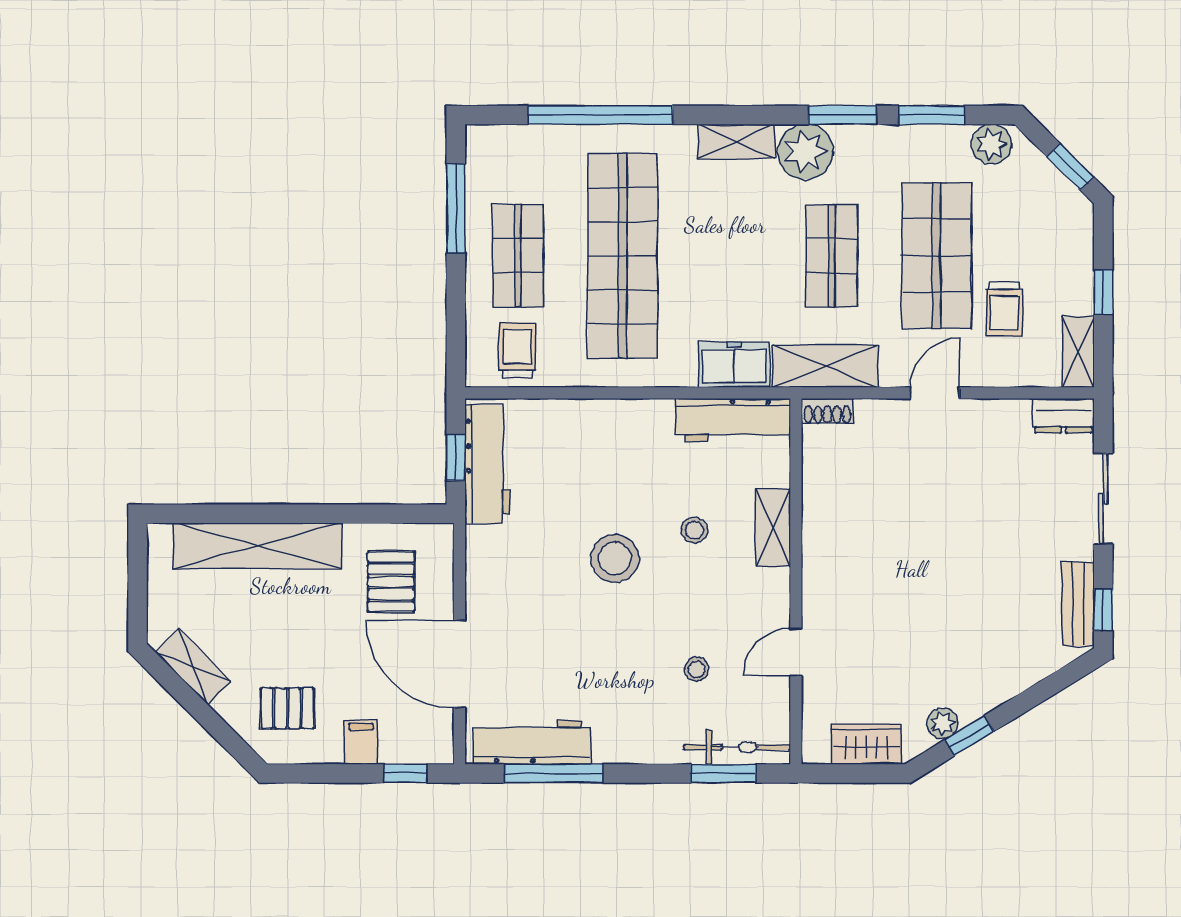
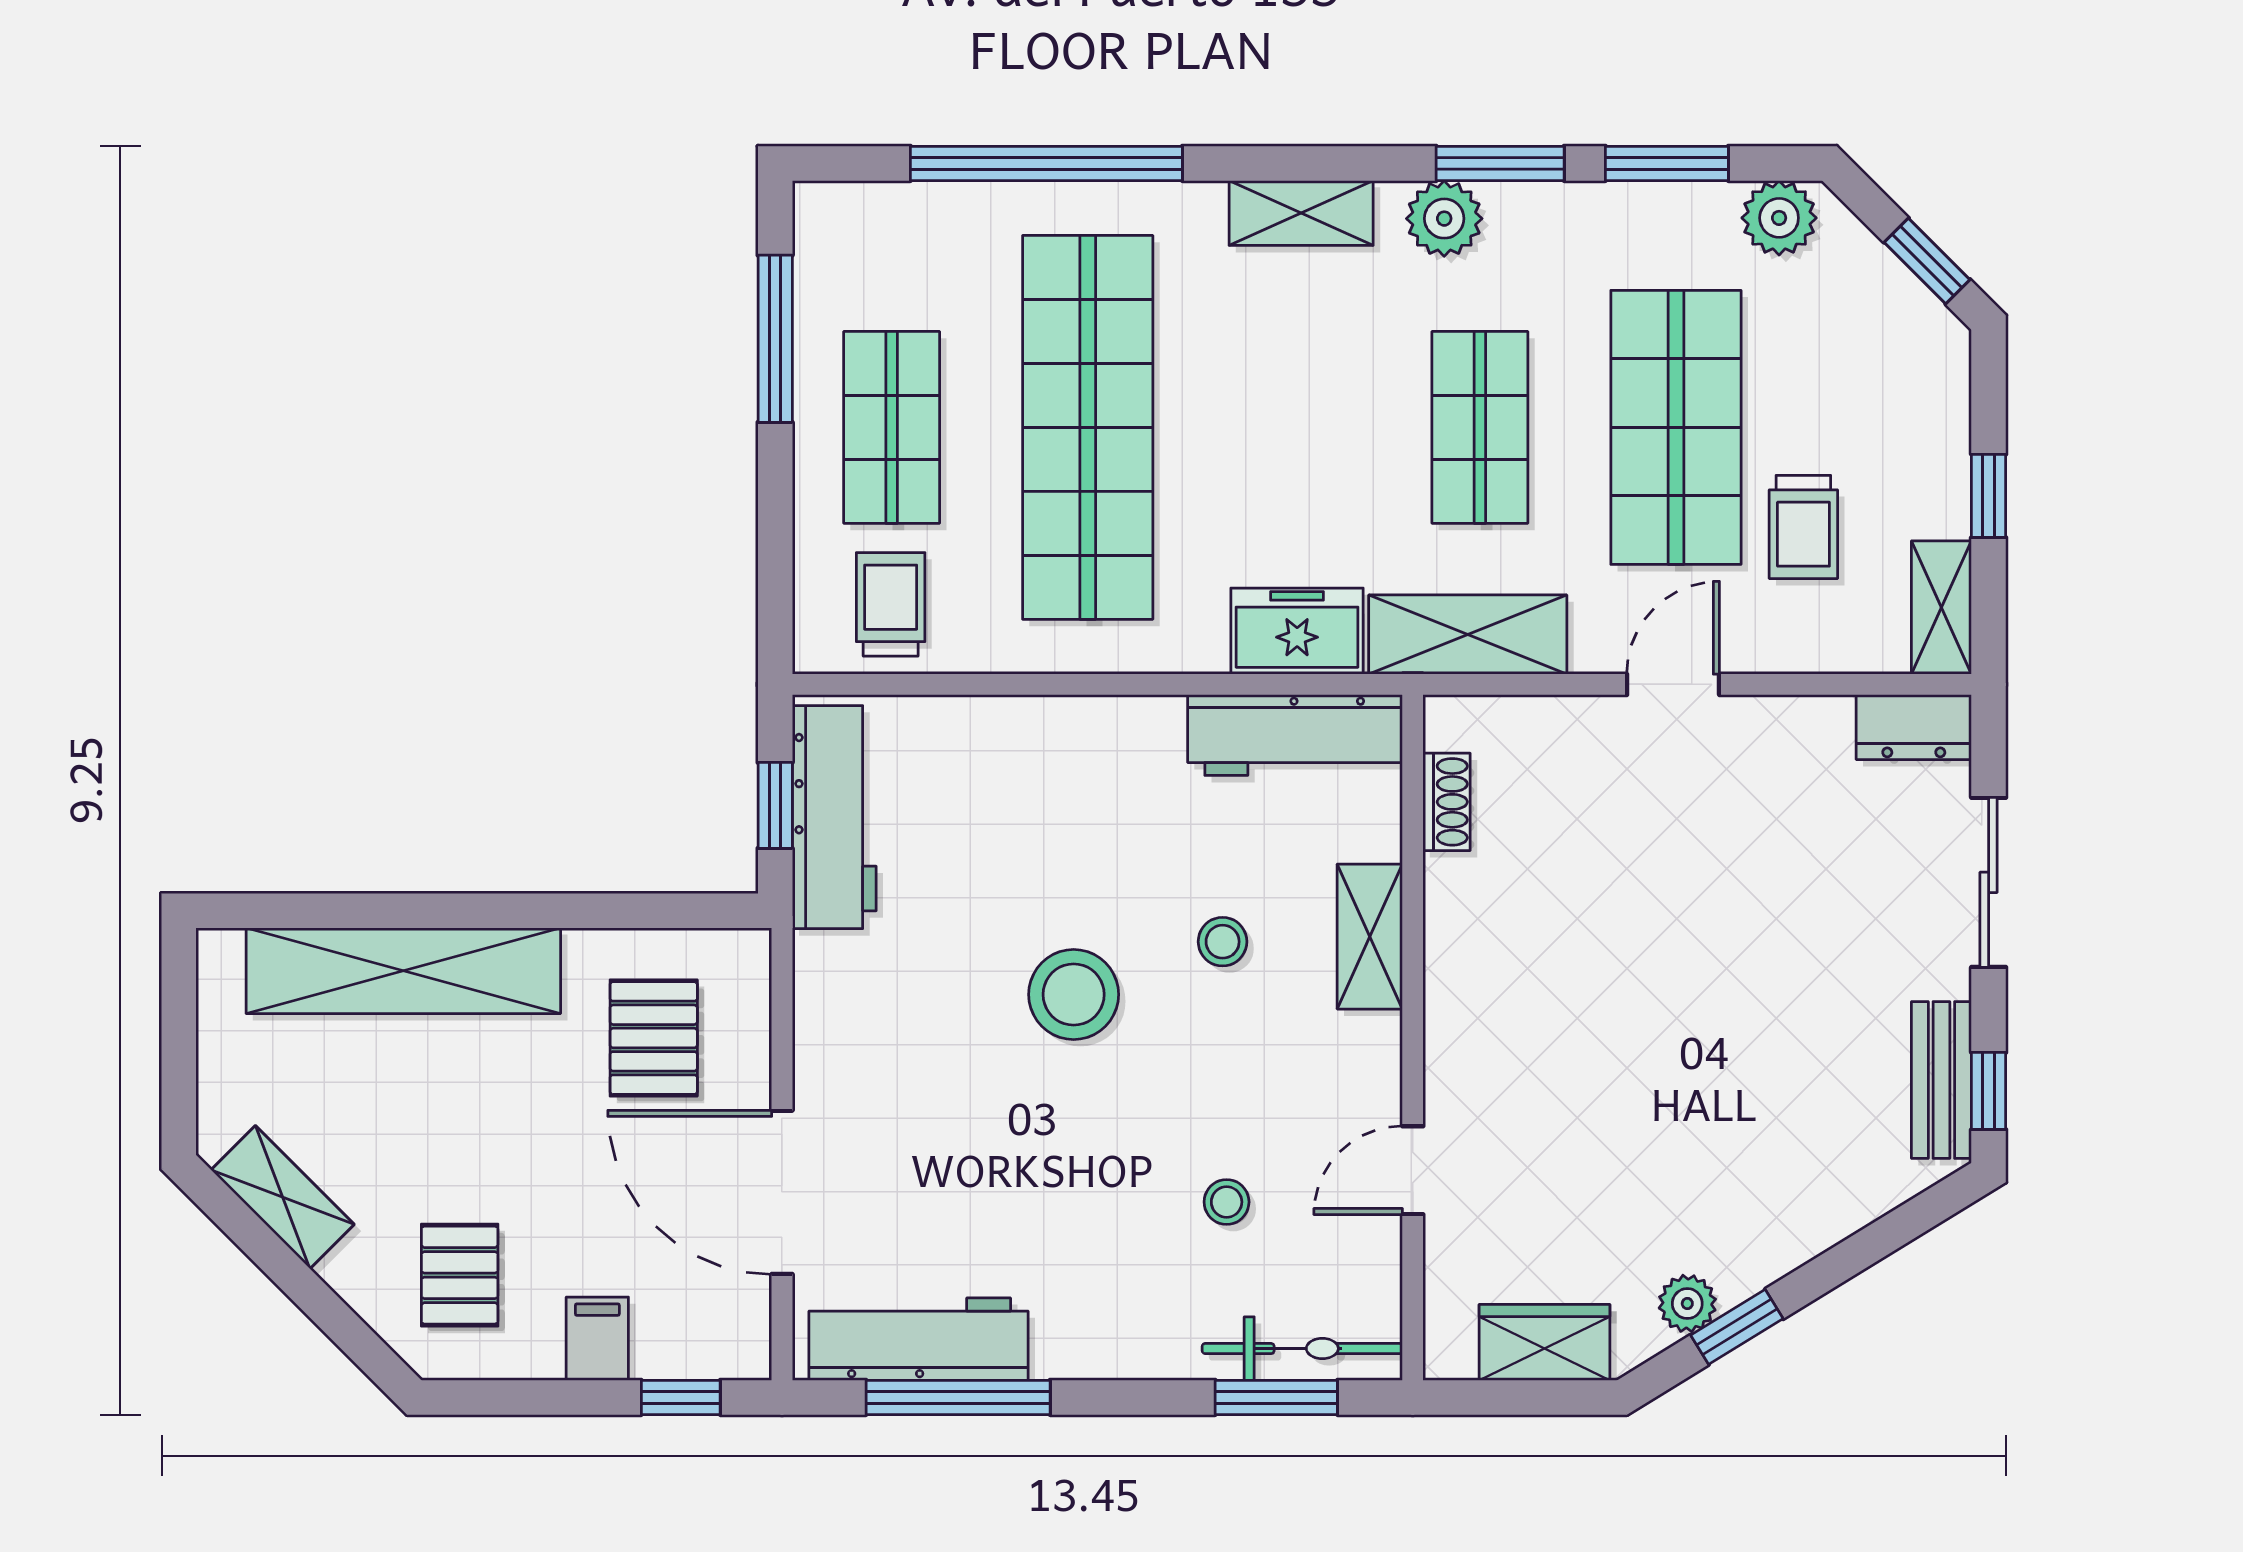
plant: (805, 152) -> (1444, 219), width x0.73, depth x0.73
shoe rack: (827, 411) -> (1447, 802), moved, turned -90
pallet: (287, 708) -> (460, 1275), turned 90

